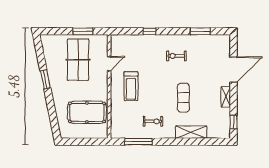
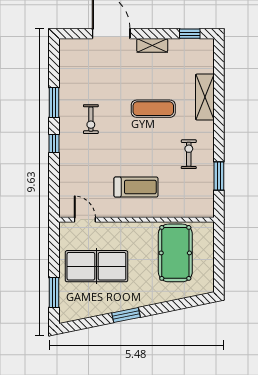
window: (83, 31) -> (54, 293), moved
window: (149, 31) -> (54, 144), moved
window: (200, 31) -> (54, 103), moved
door: (109, 64) -> (85, 220), moved
window: (138, 142) -> (219, 176), width x0.69

